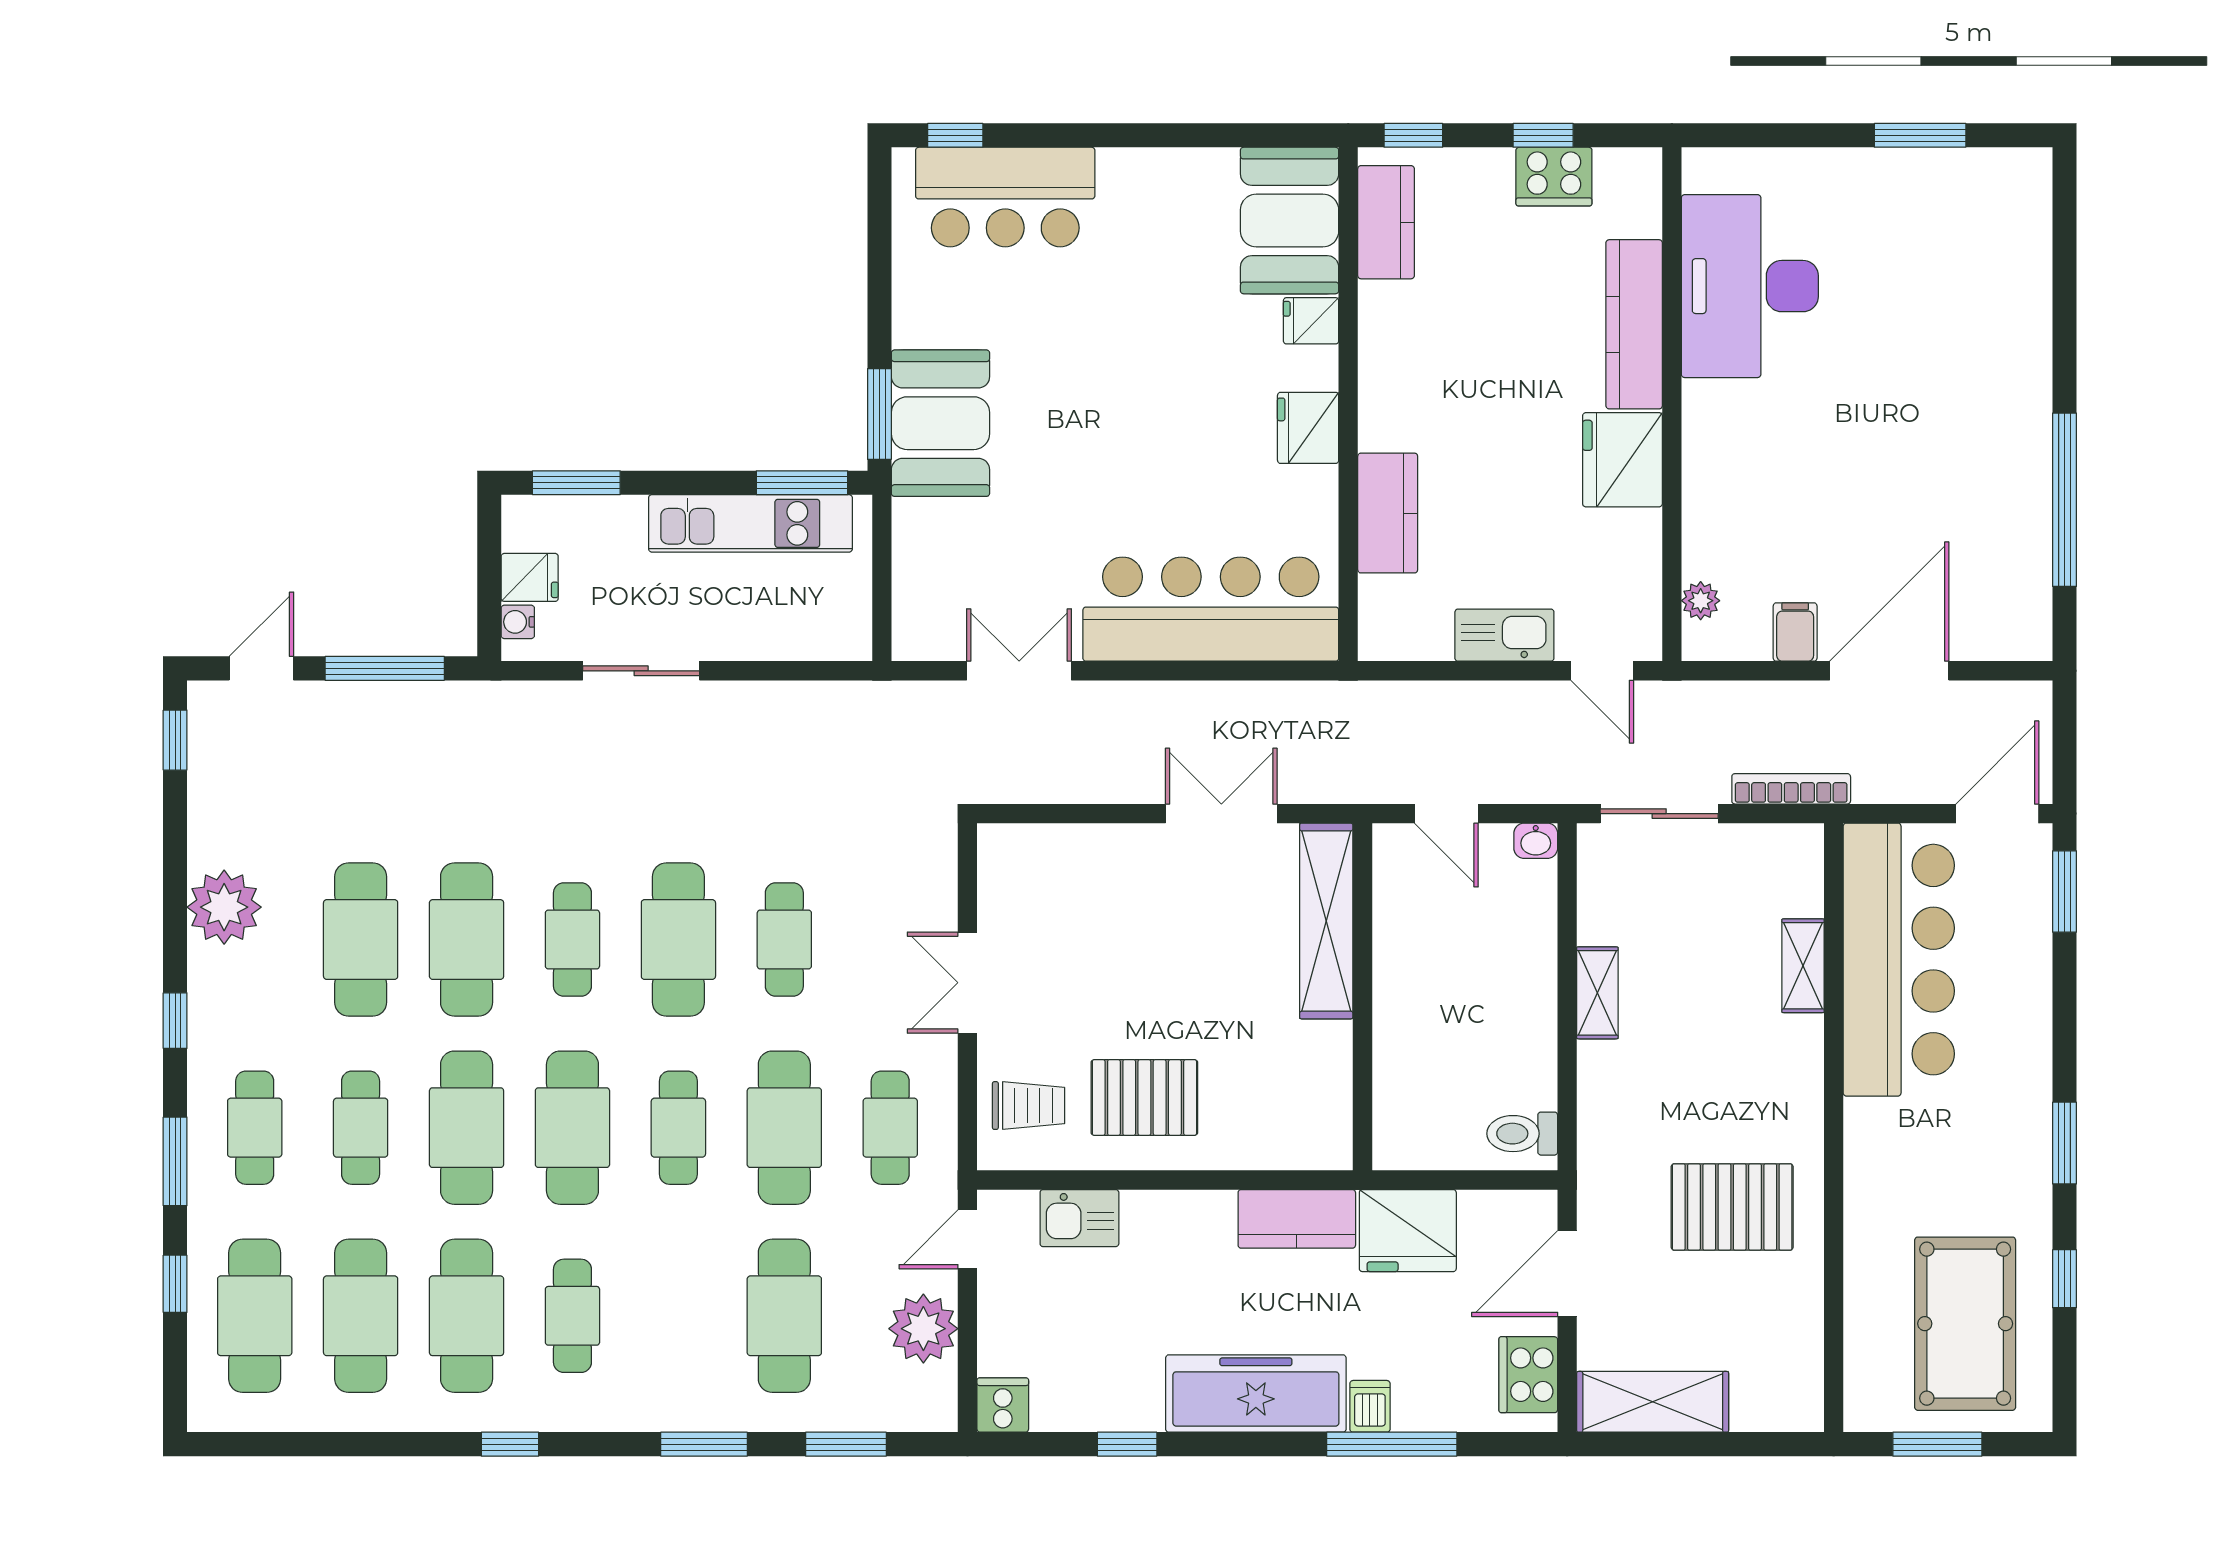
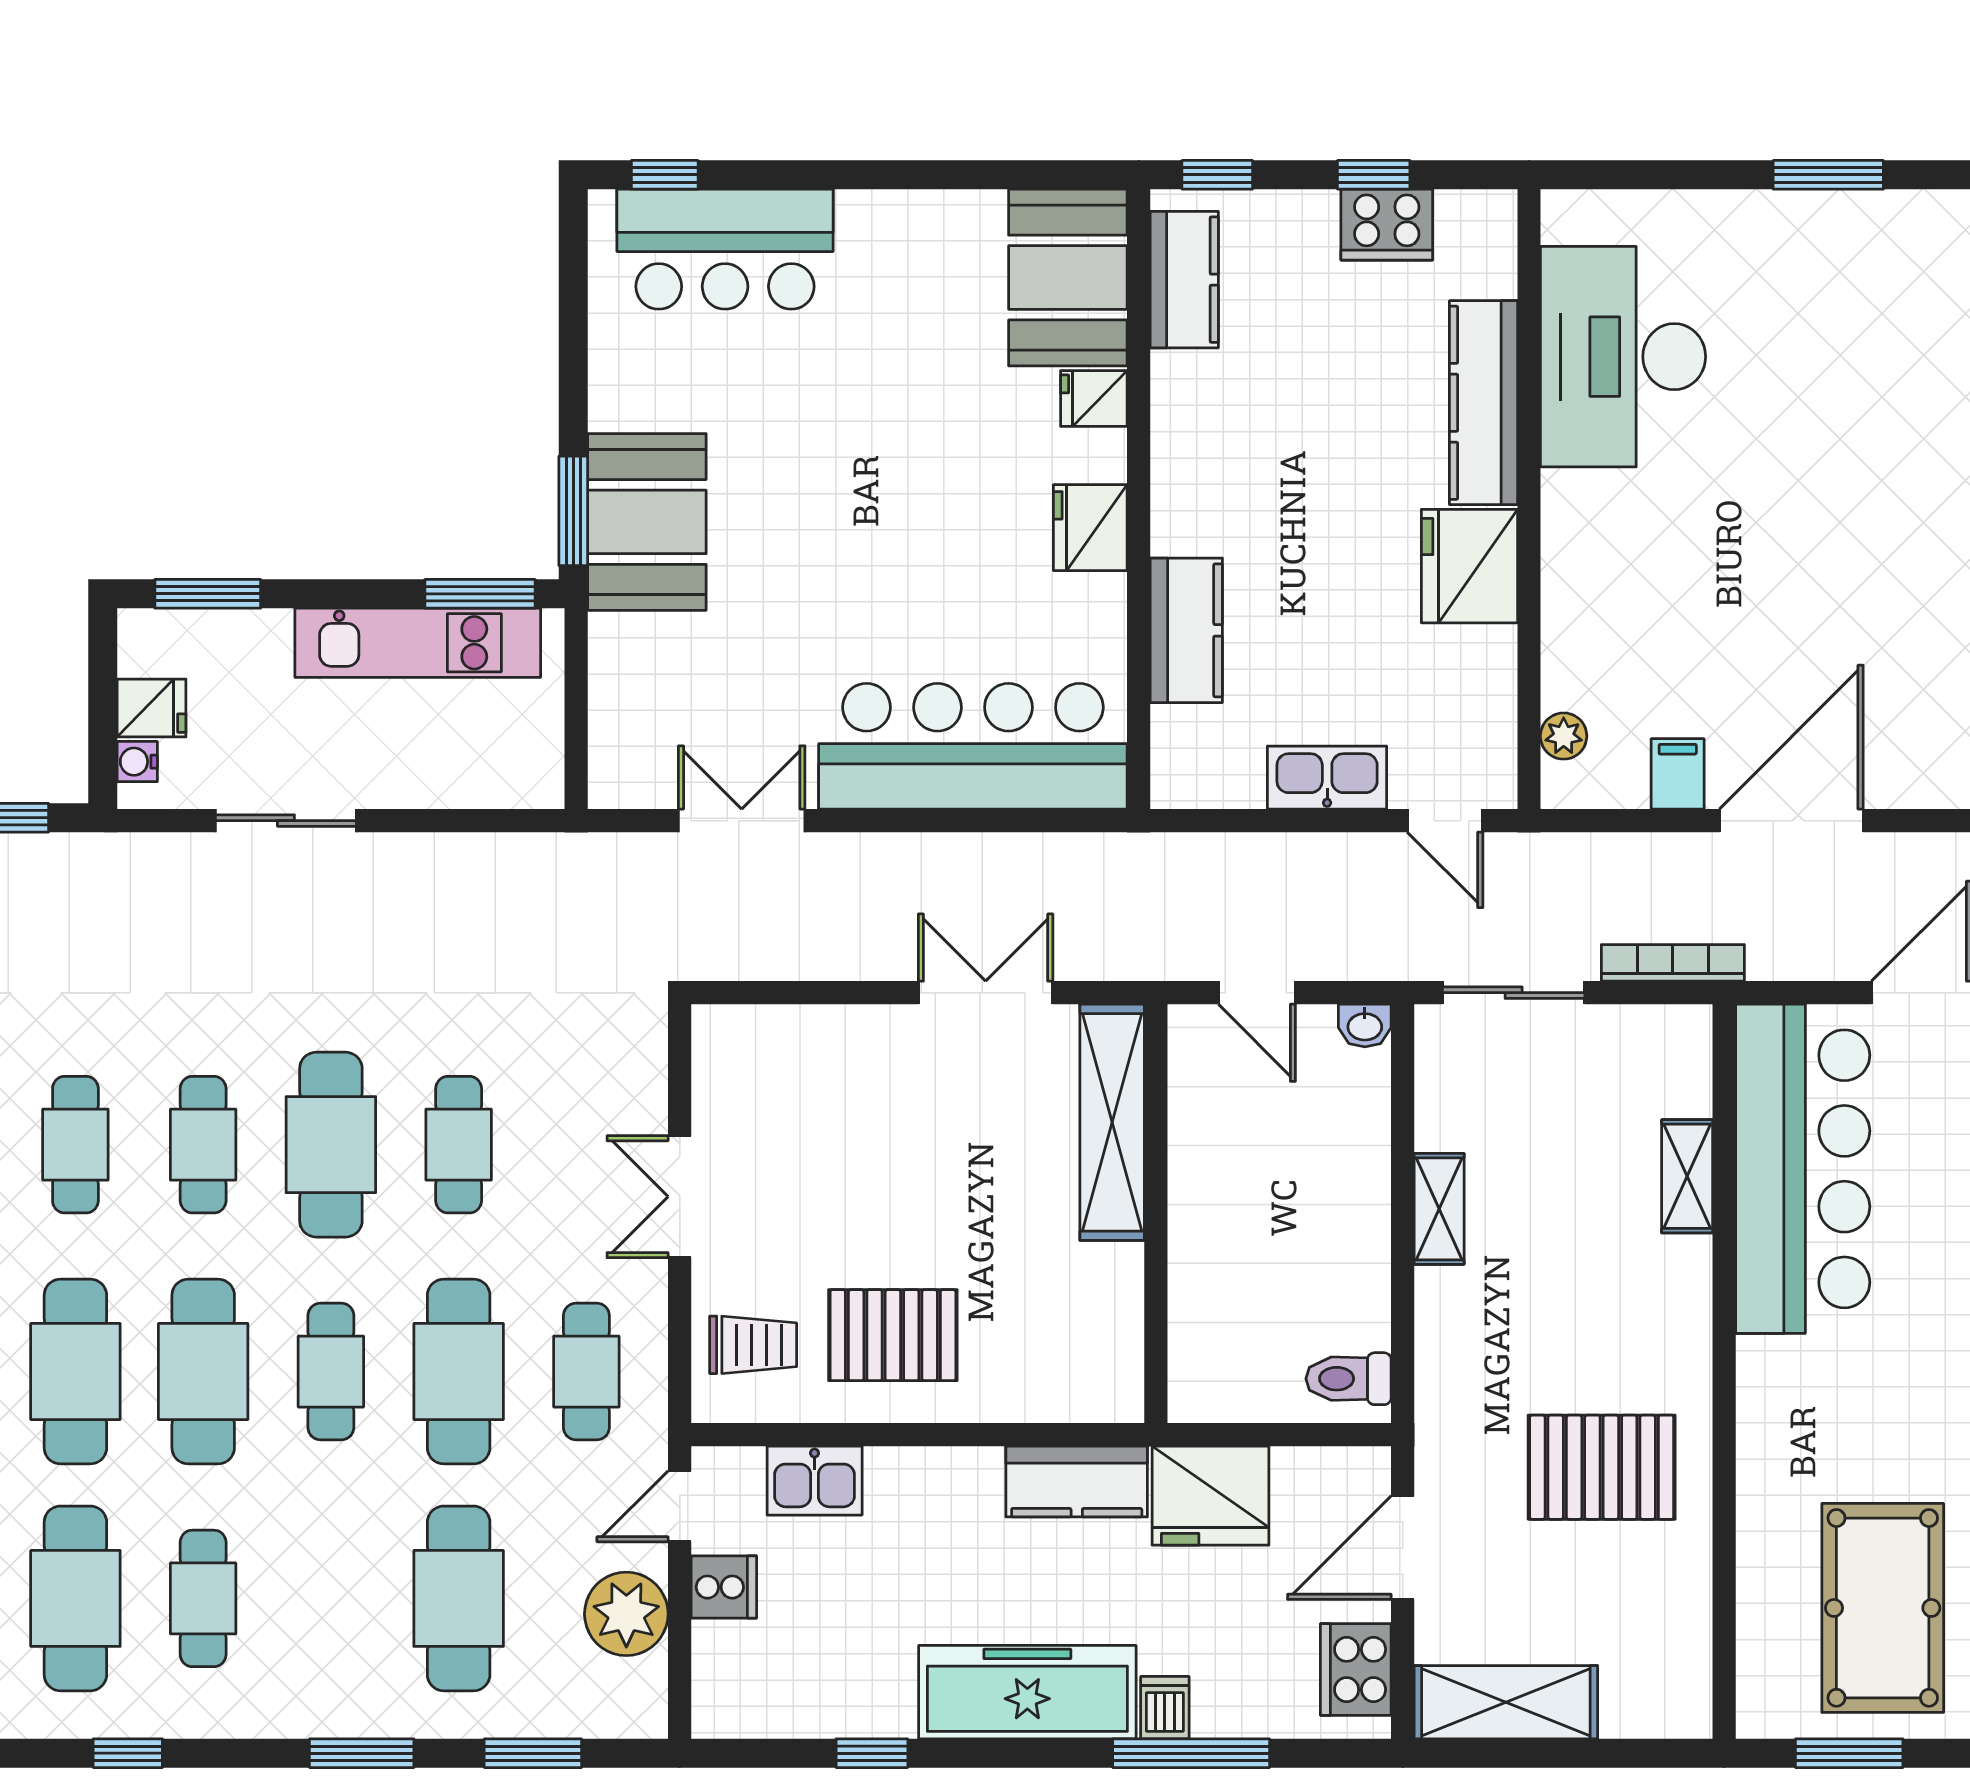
cafe table: (467, 940) -> (75, 1145), width x0.73, depth x0.74
cooker: (1003, 1405) -> (724, 1587), moved, turned 90

